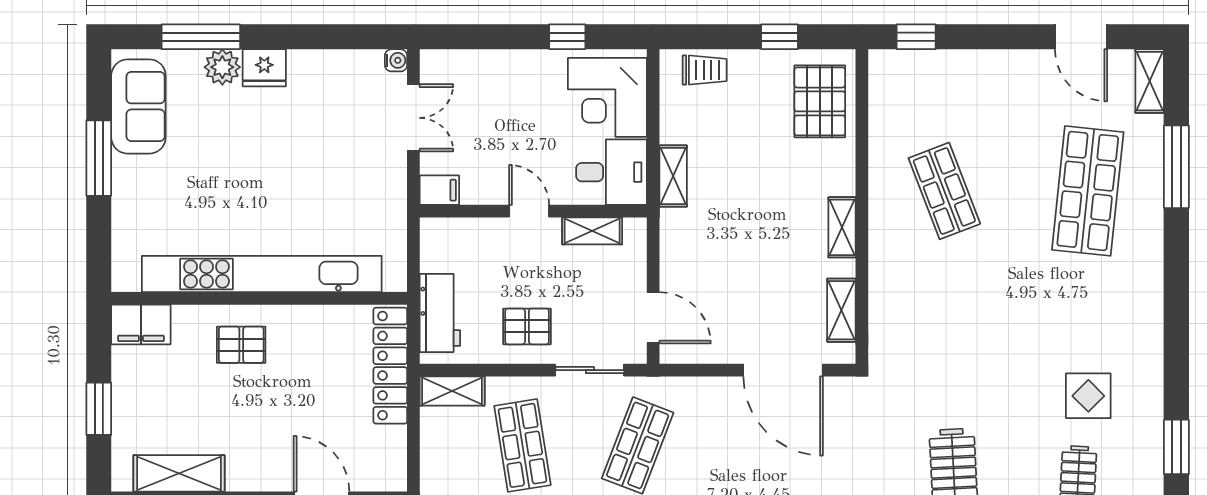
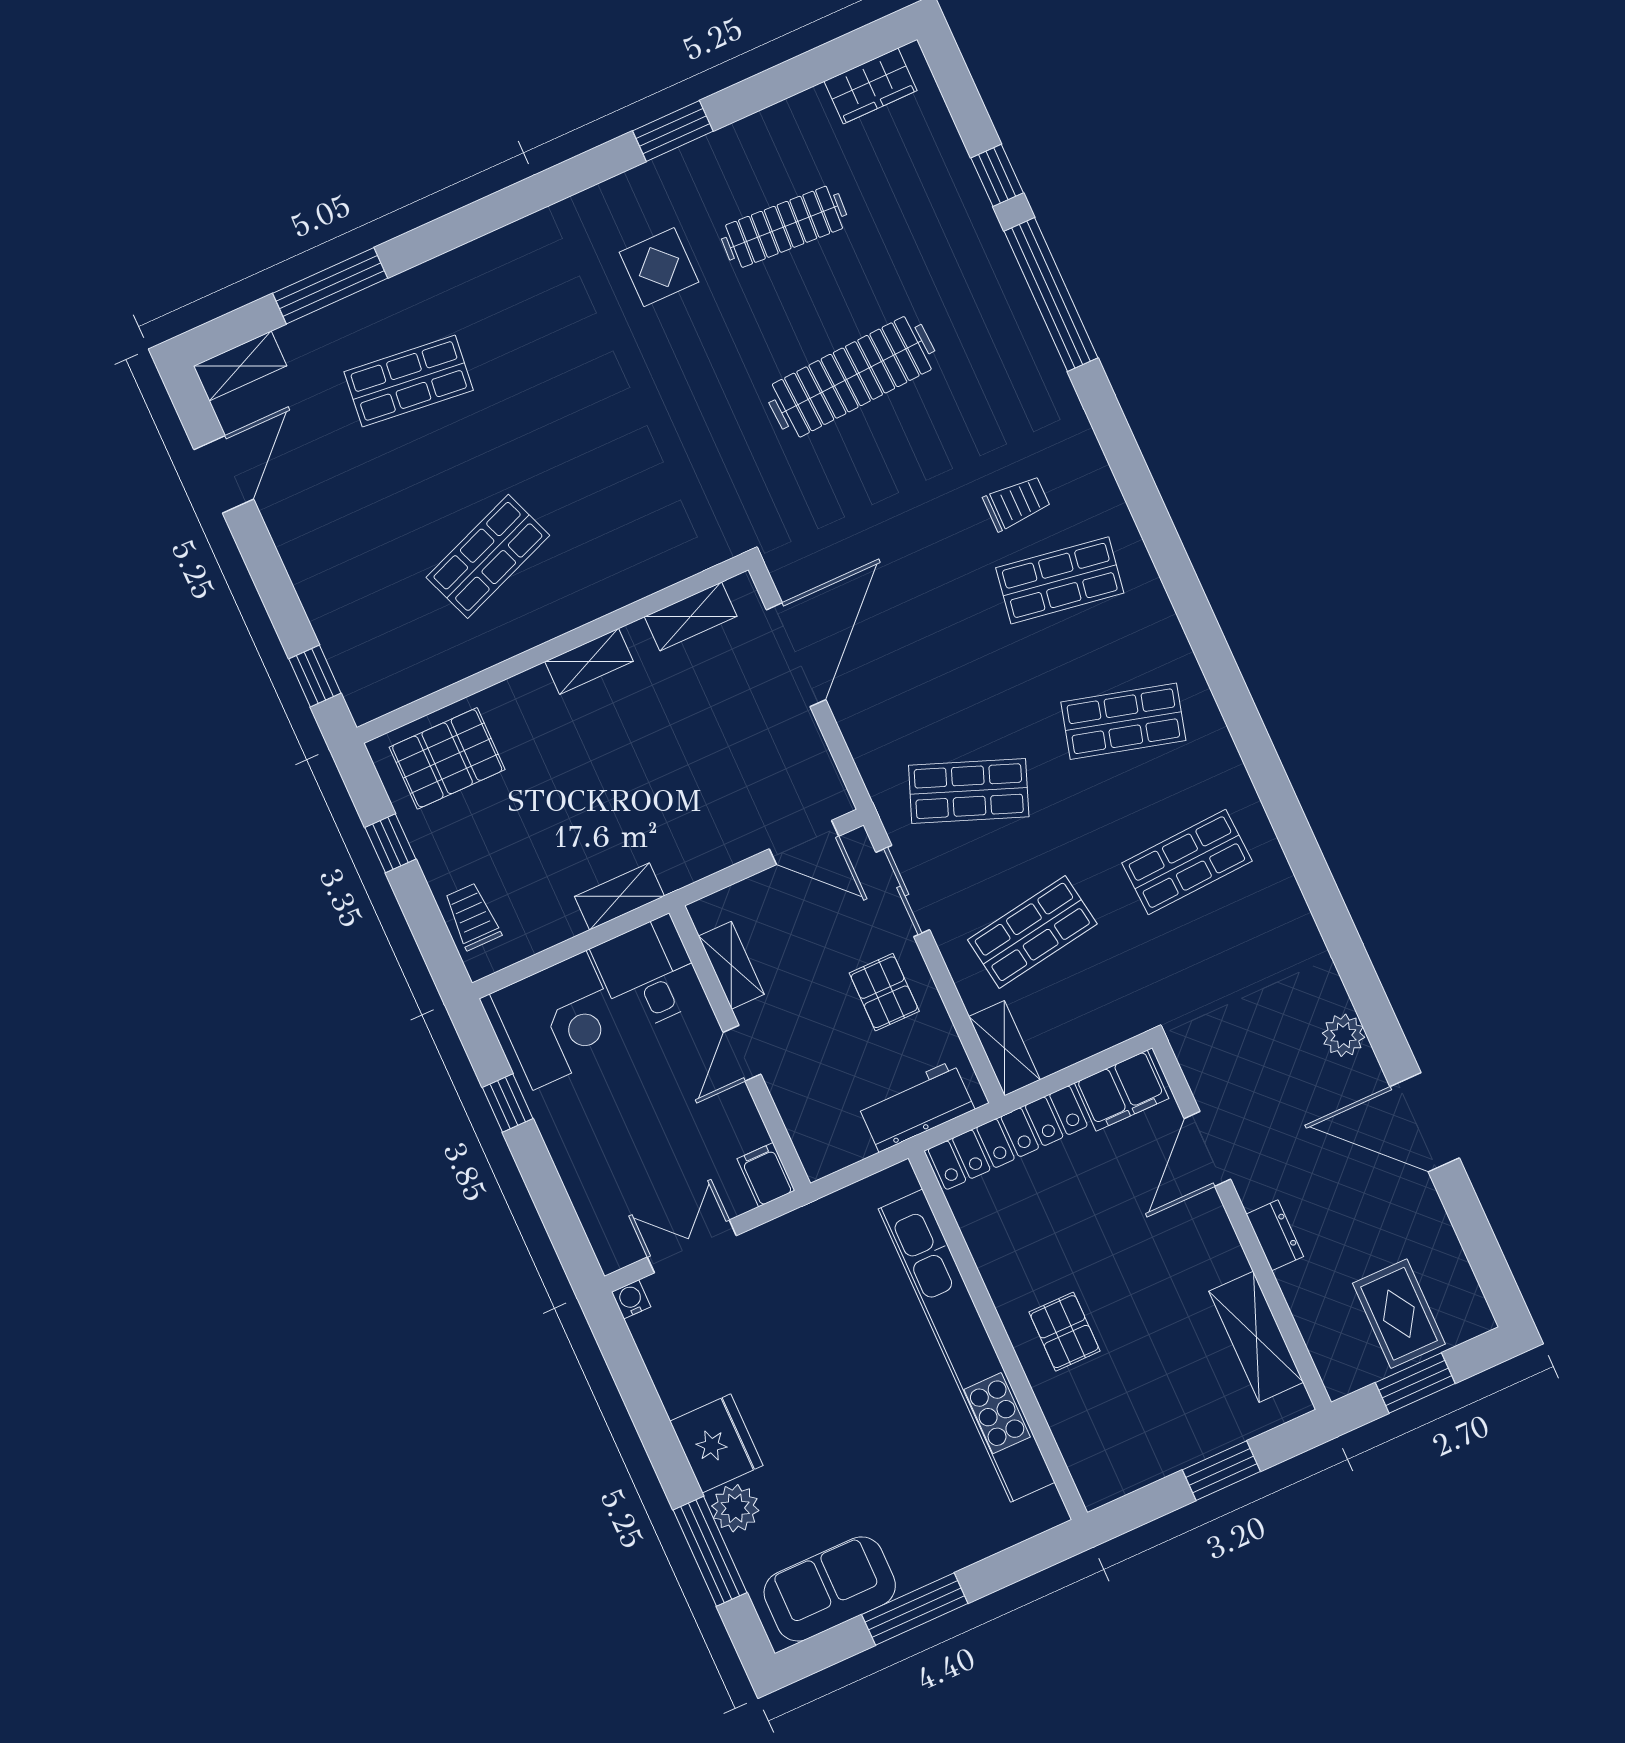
fridge: (264, 68) -> (716, 1443), width x1.36, depth x1.34
shop shelf: (1088, 191) -> (409, 381), width x0.70, depth x0.74
door: (653, 318) -> (804, 843), swing flipped
filing cabinet: (141, 324) -> (1122, 1091), moved, turned 90

